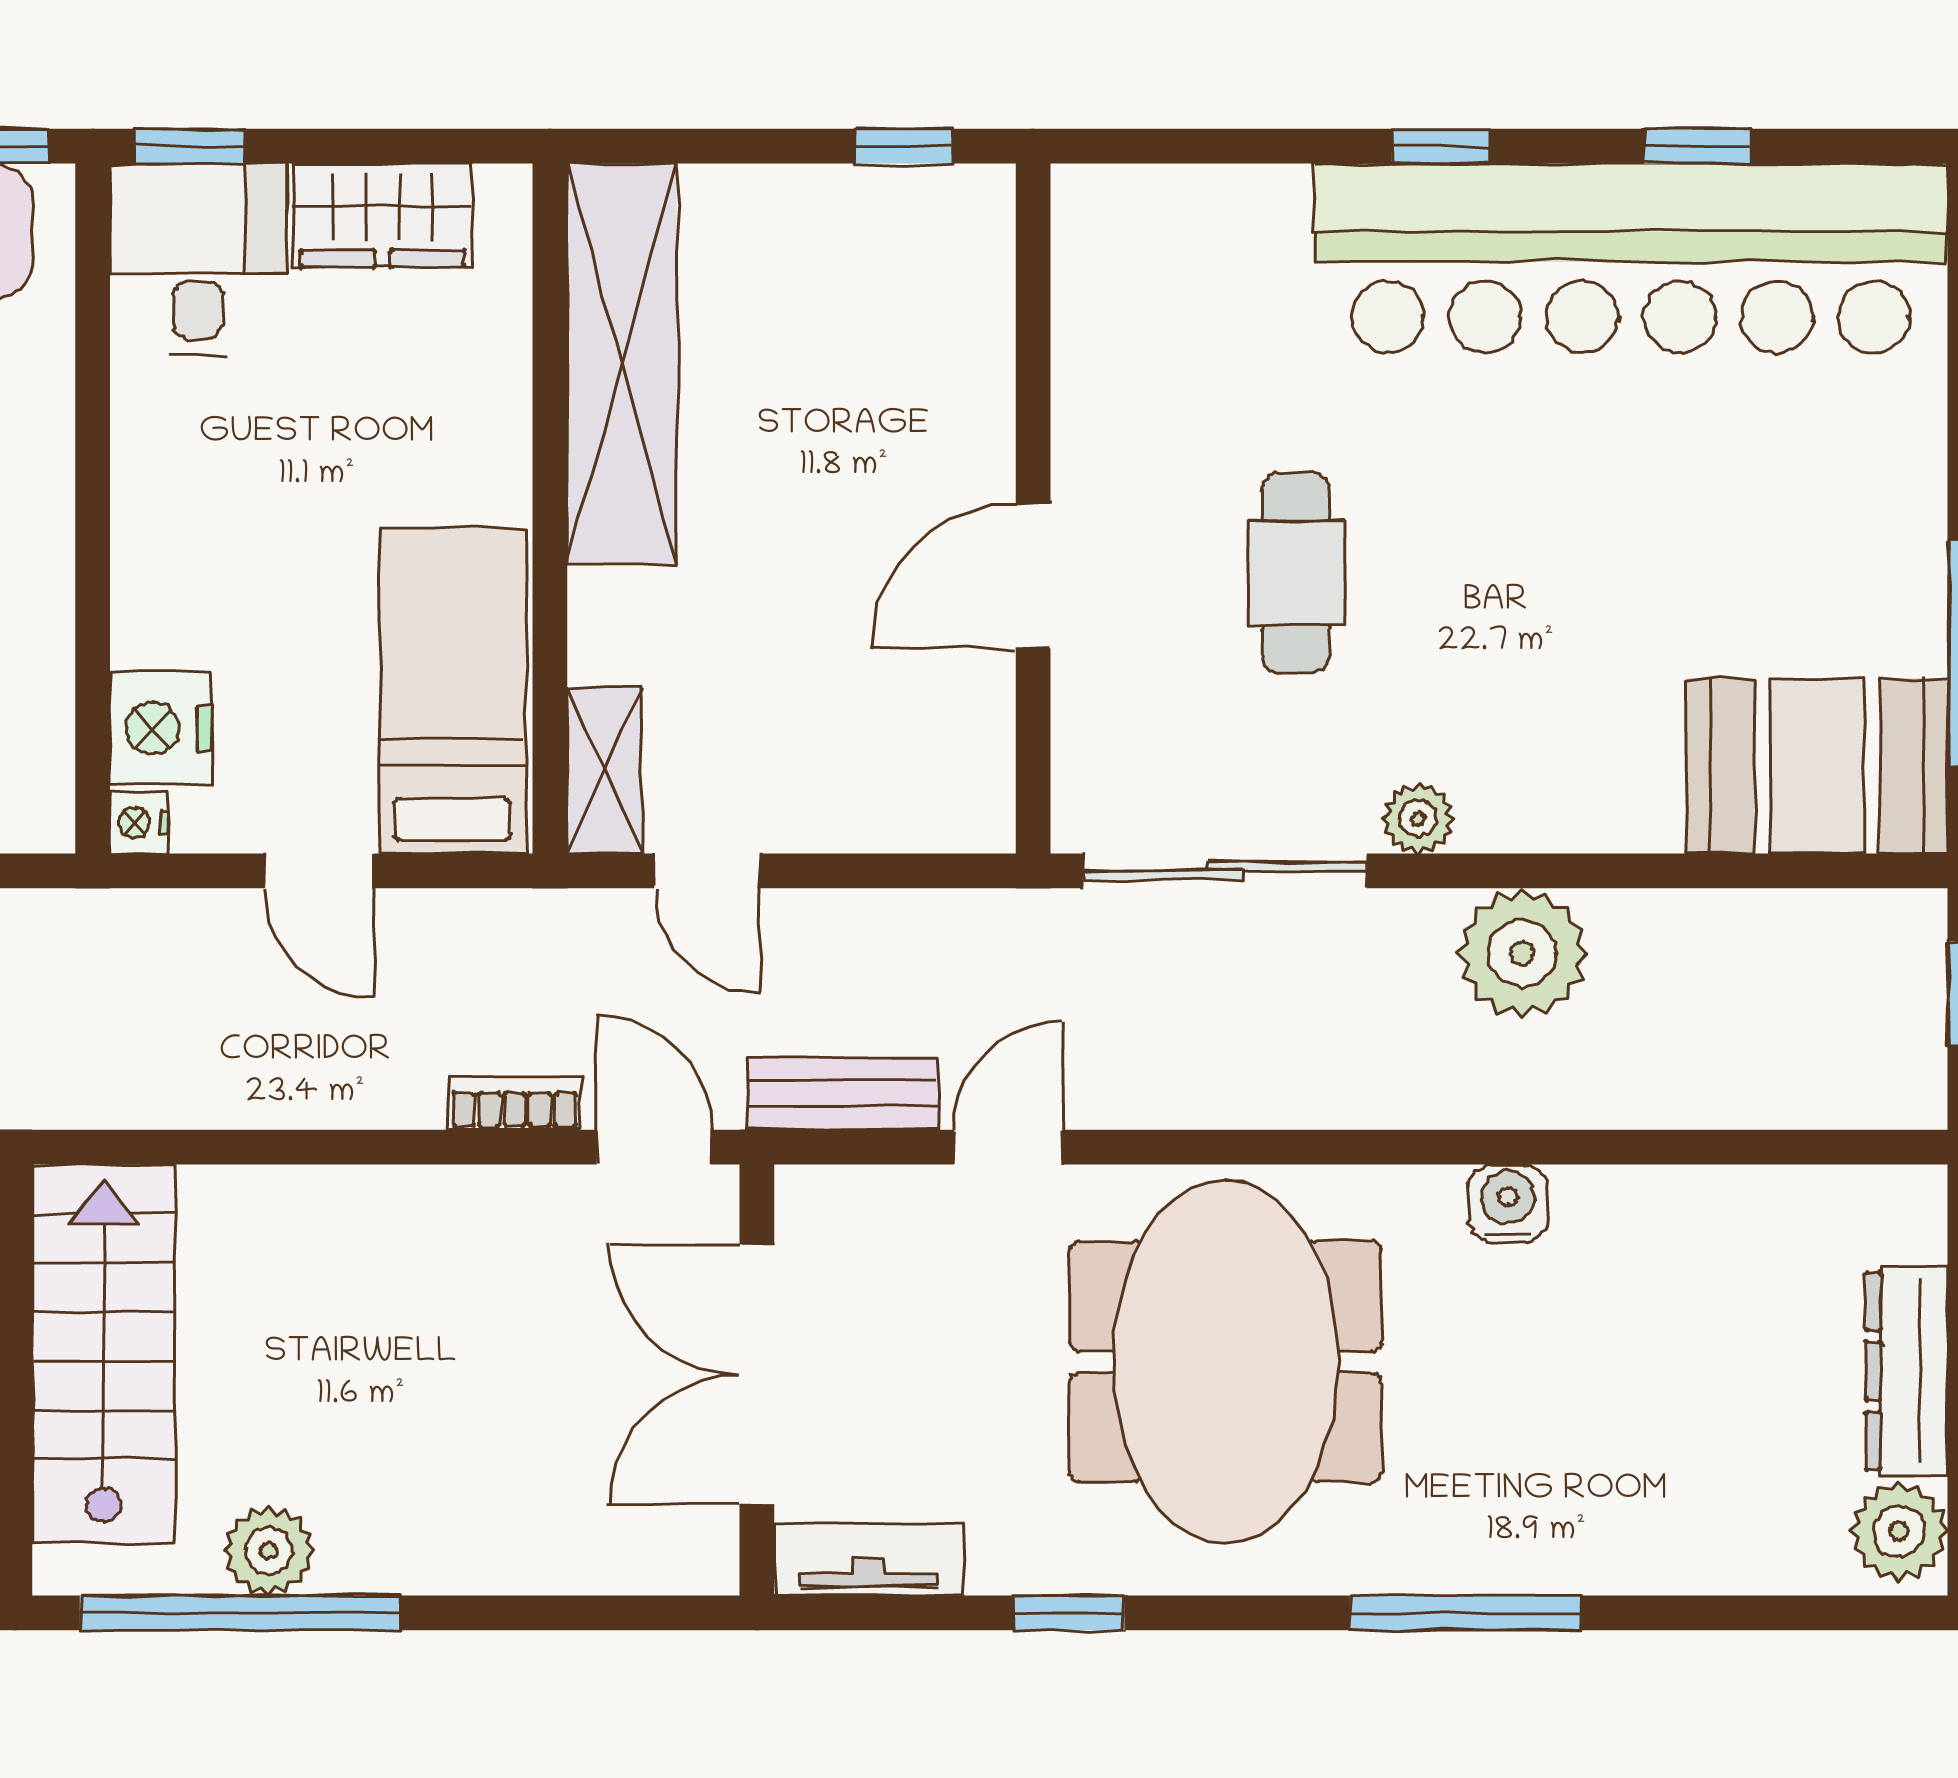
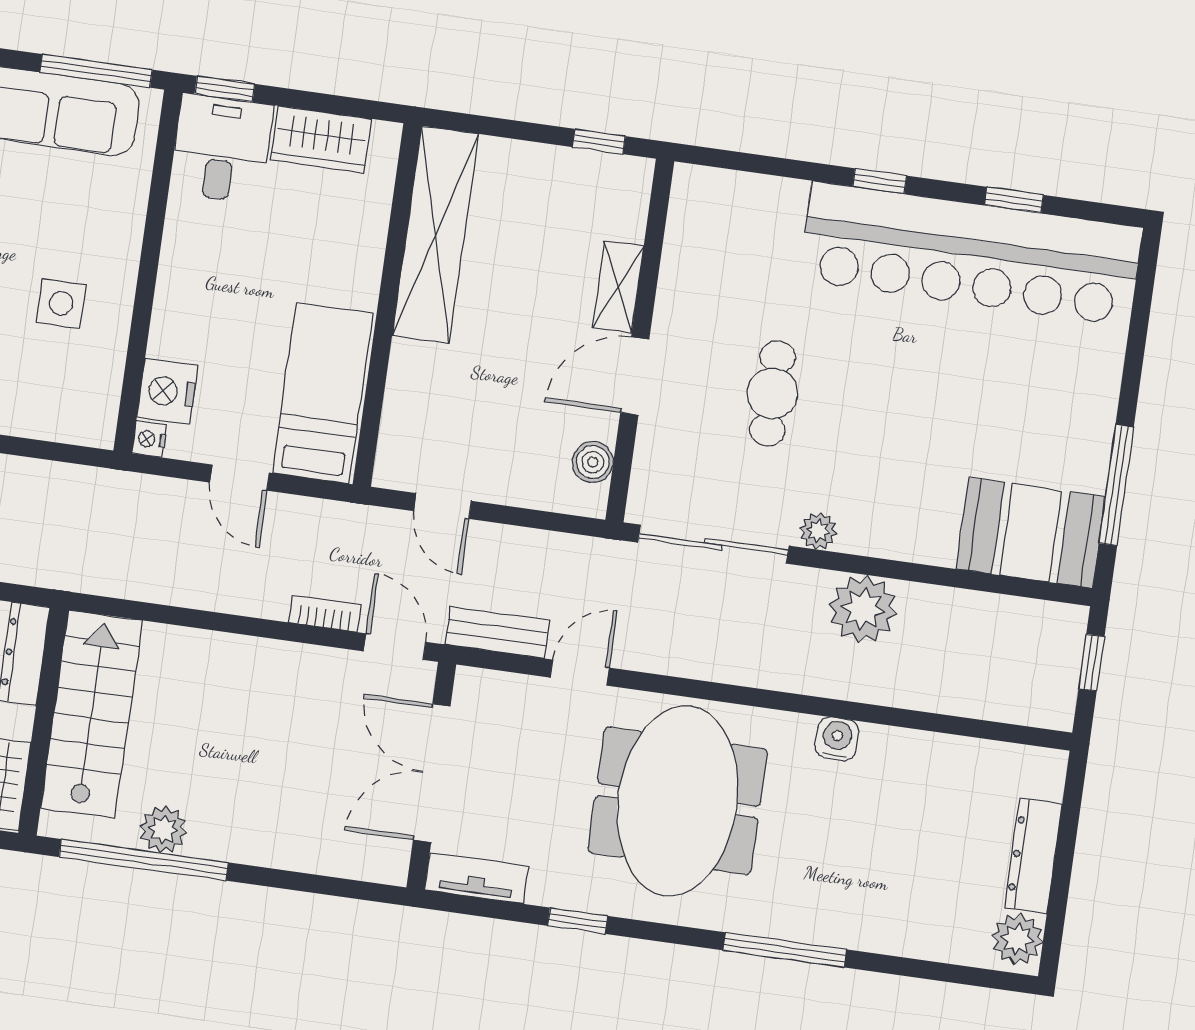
boiler: (977, 749) -> (593, 462), added
shelving: (605, 771) -> (618, 287), moved

